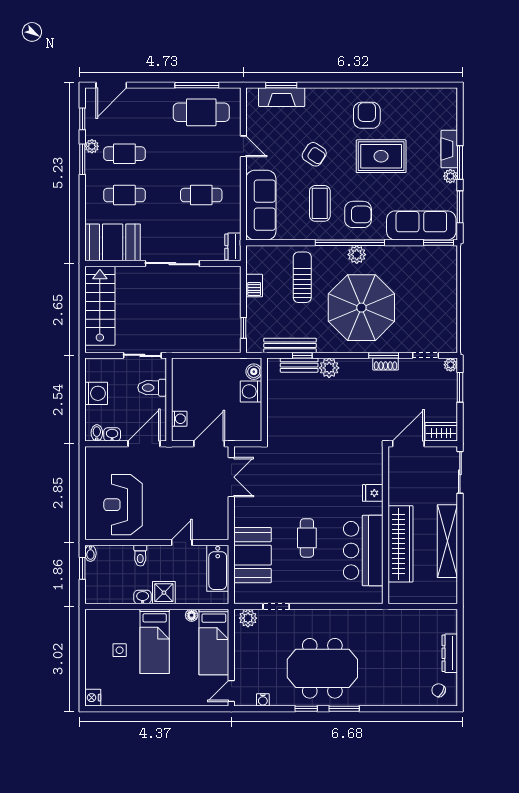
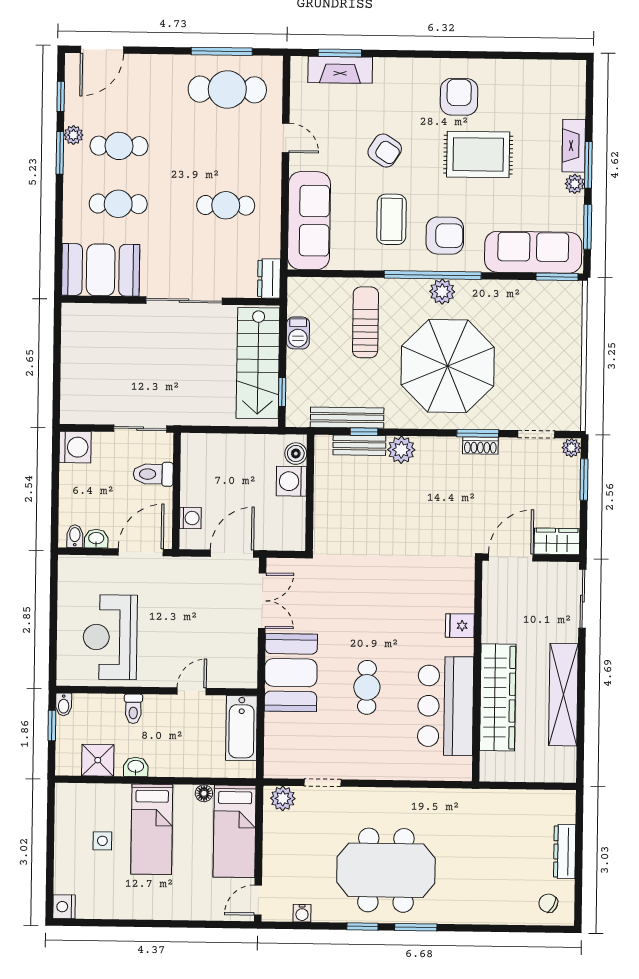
stairs: (100, 306) -> (258, 363), moved, turned 180
washing machine: (96, 393) -> (75, 447), moved
booth: (252, 555) -> (291, 673), moved
shower: (164, 593) -> (98, 760), moved

